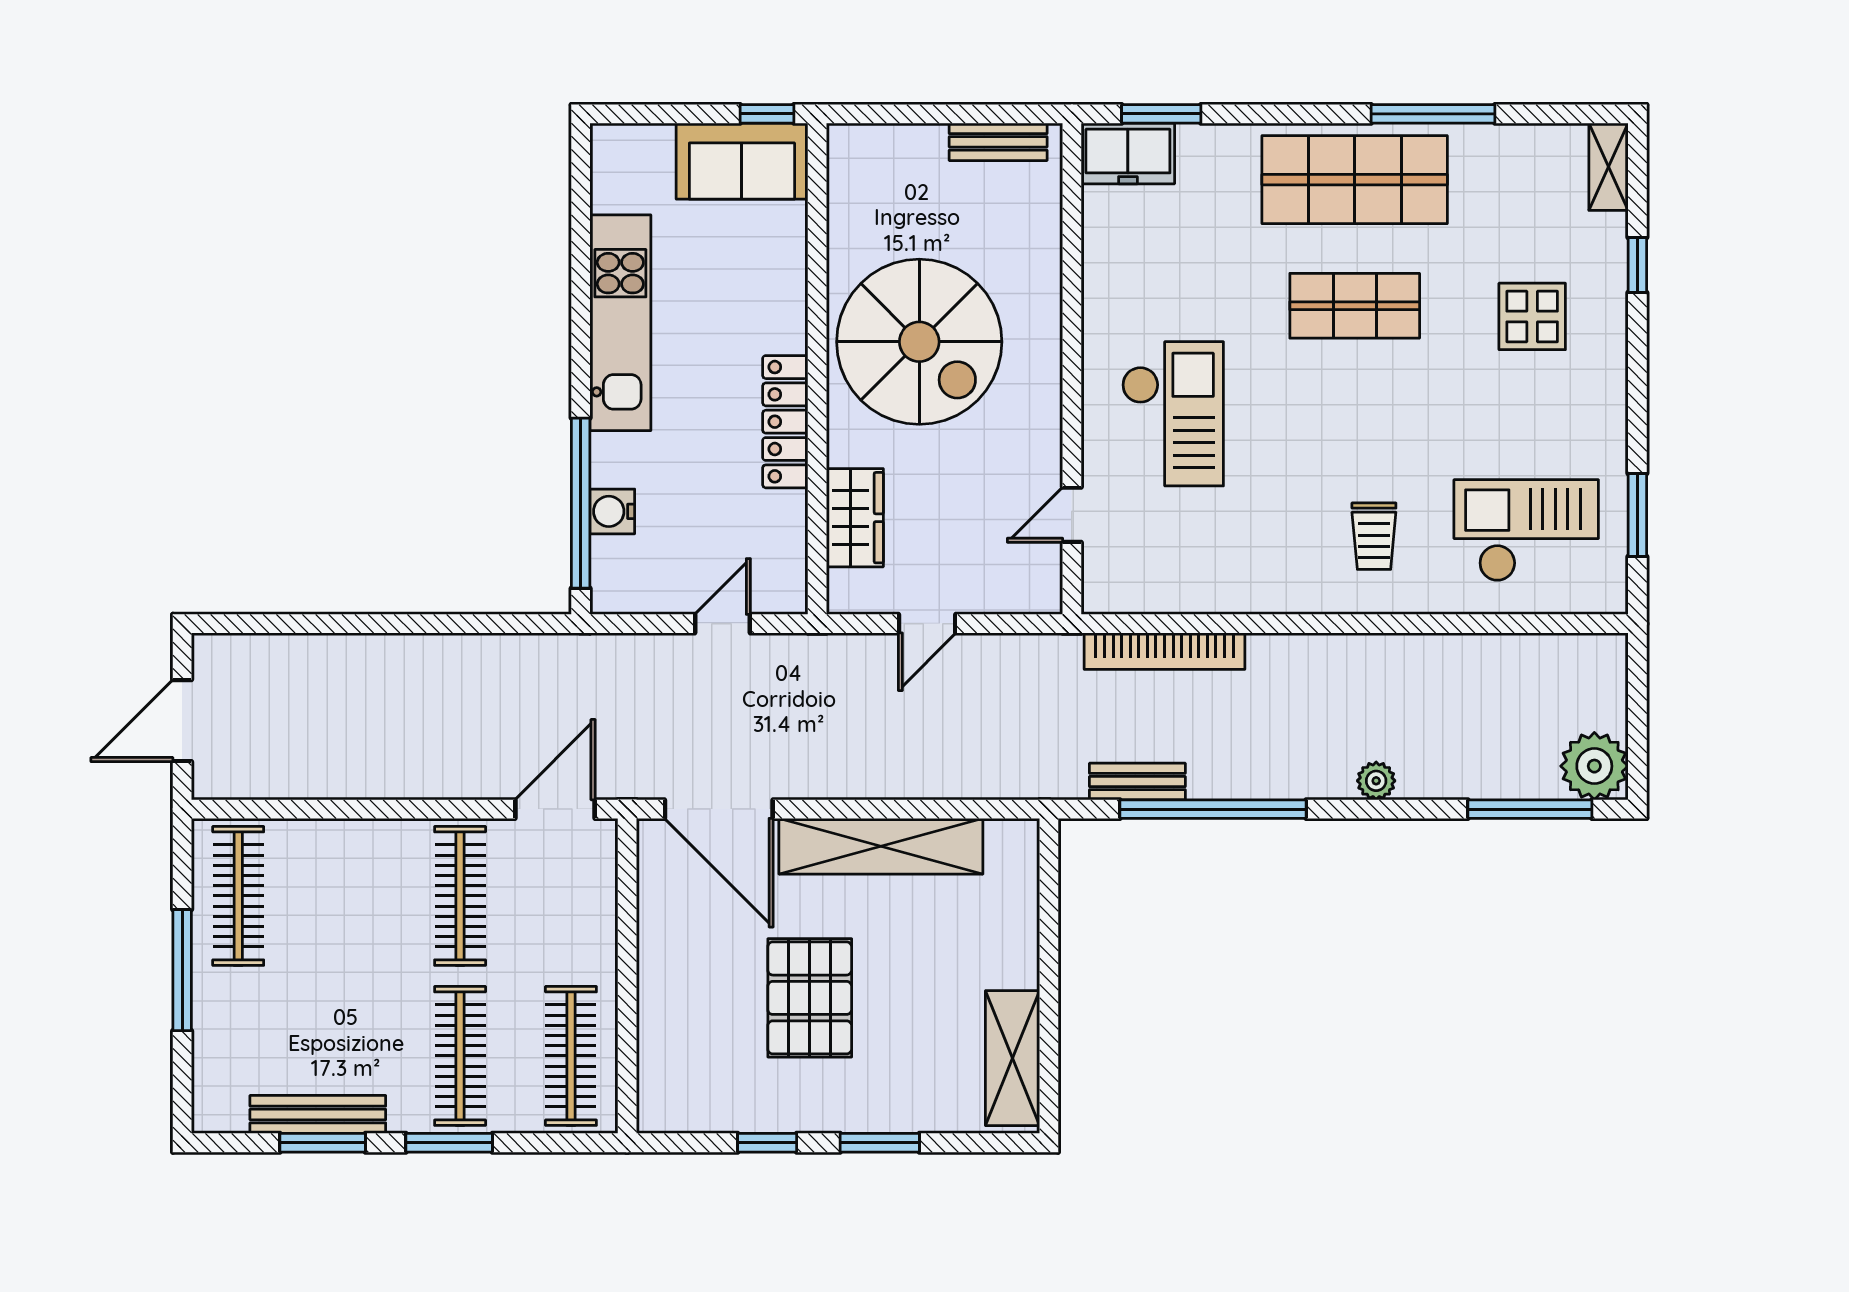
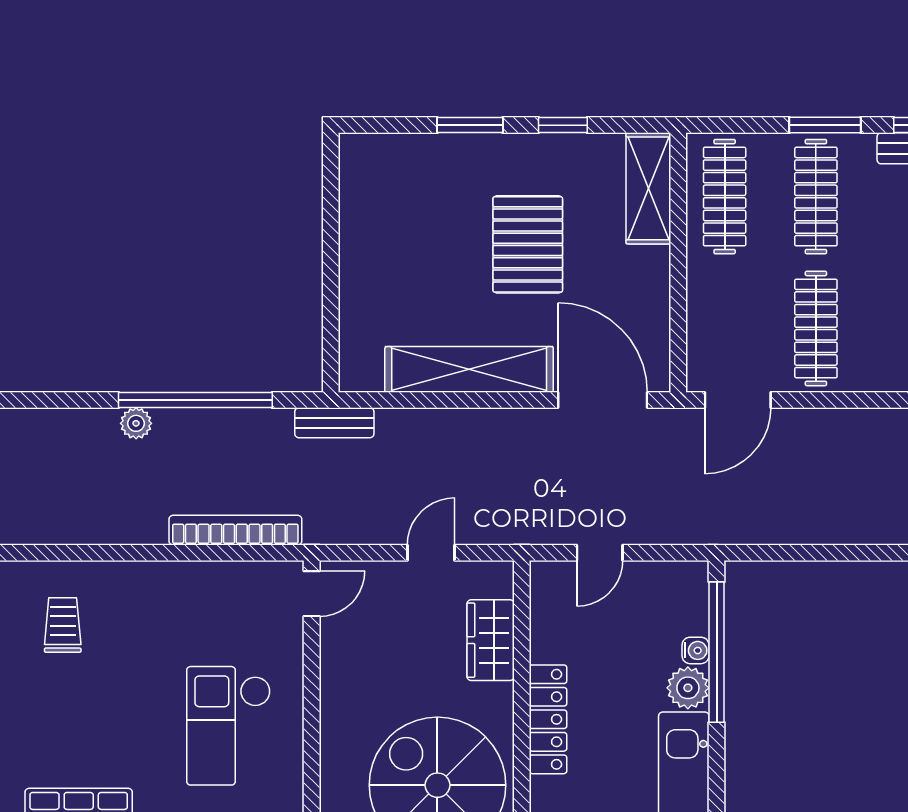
plant: (615, 460) -> (688, 688), added
water cooler: (612, 511) -> (696, 650), width x0.72, depth x0.72
door: (1072, 515) -> (312, 594), moved
plant: (1376, 781) -> (136, 423), moved
bench: (1137, 782) -> (334, 423), moved
shelving: (1012, 1058) -> (648, 188), moved

